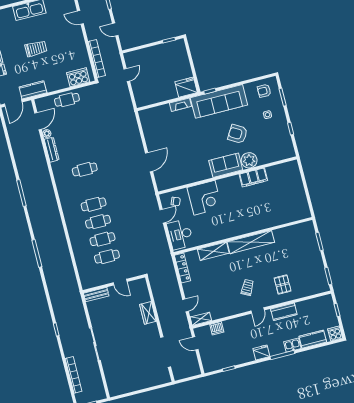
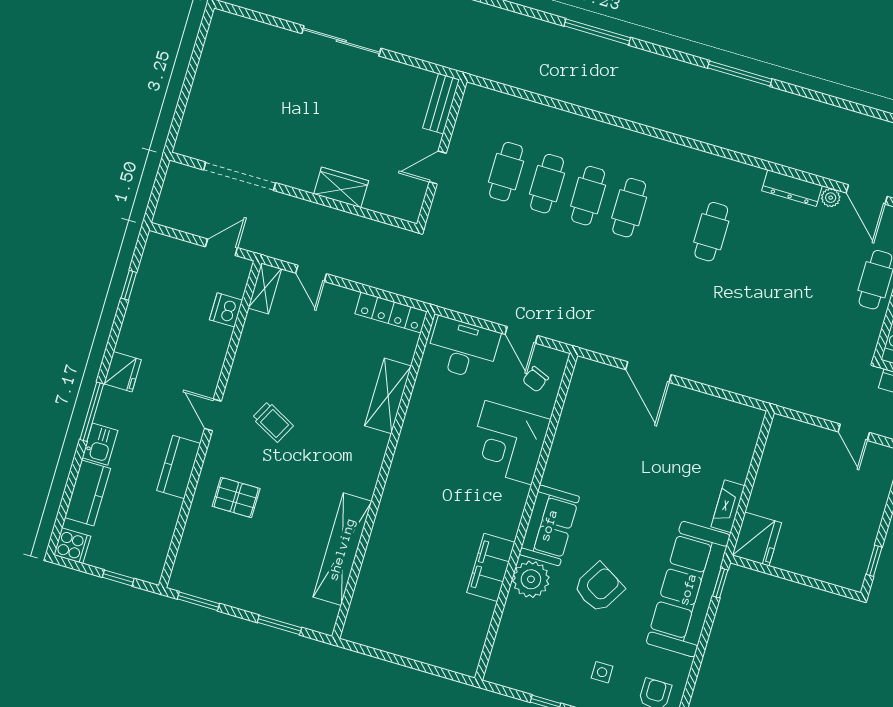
shelving: (251, 242) -> (342, 549), moved

